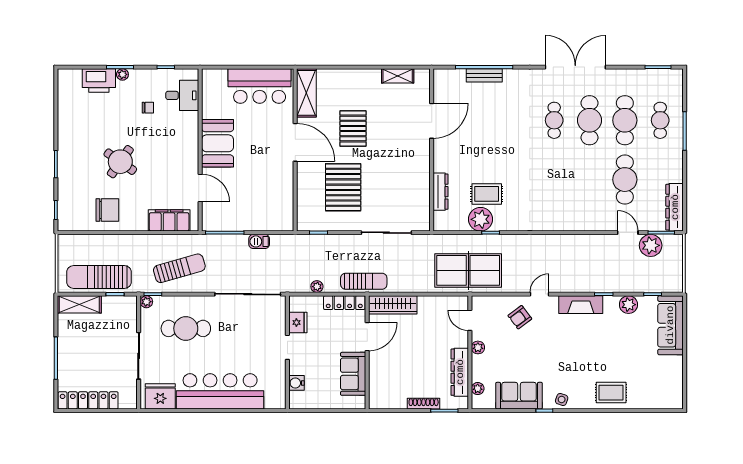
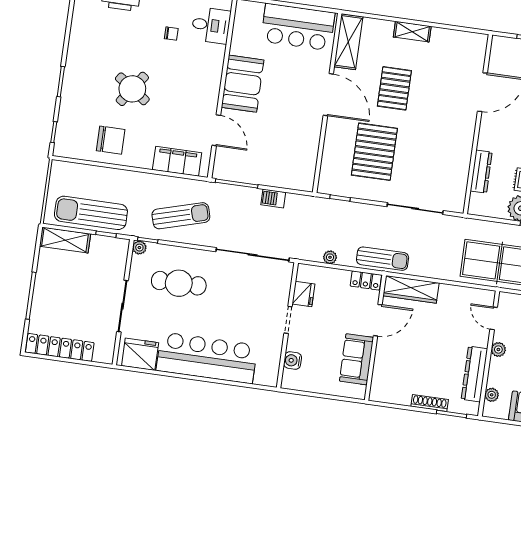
shelving: (398, 76) -> (412, 32), moved
locker: (344, 303) -> (366, 280), width x0.66

